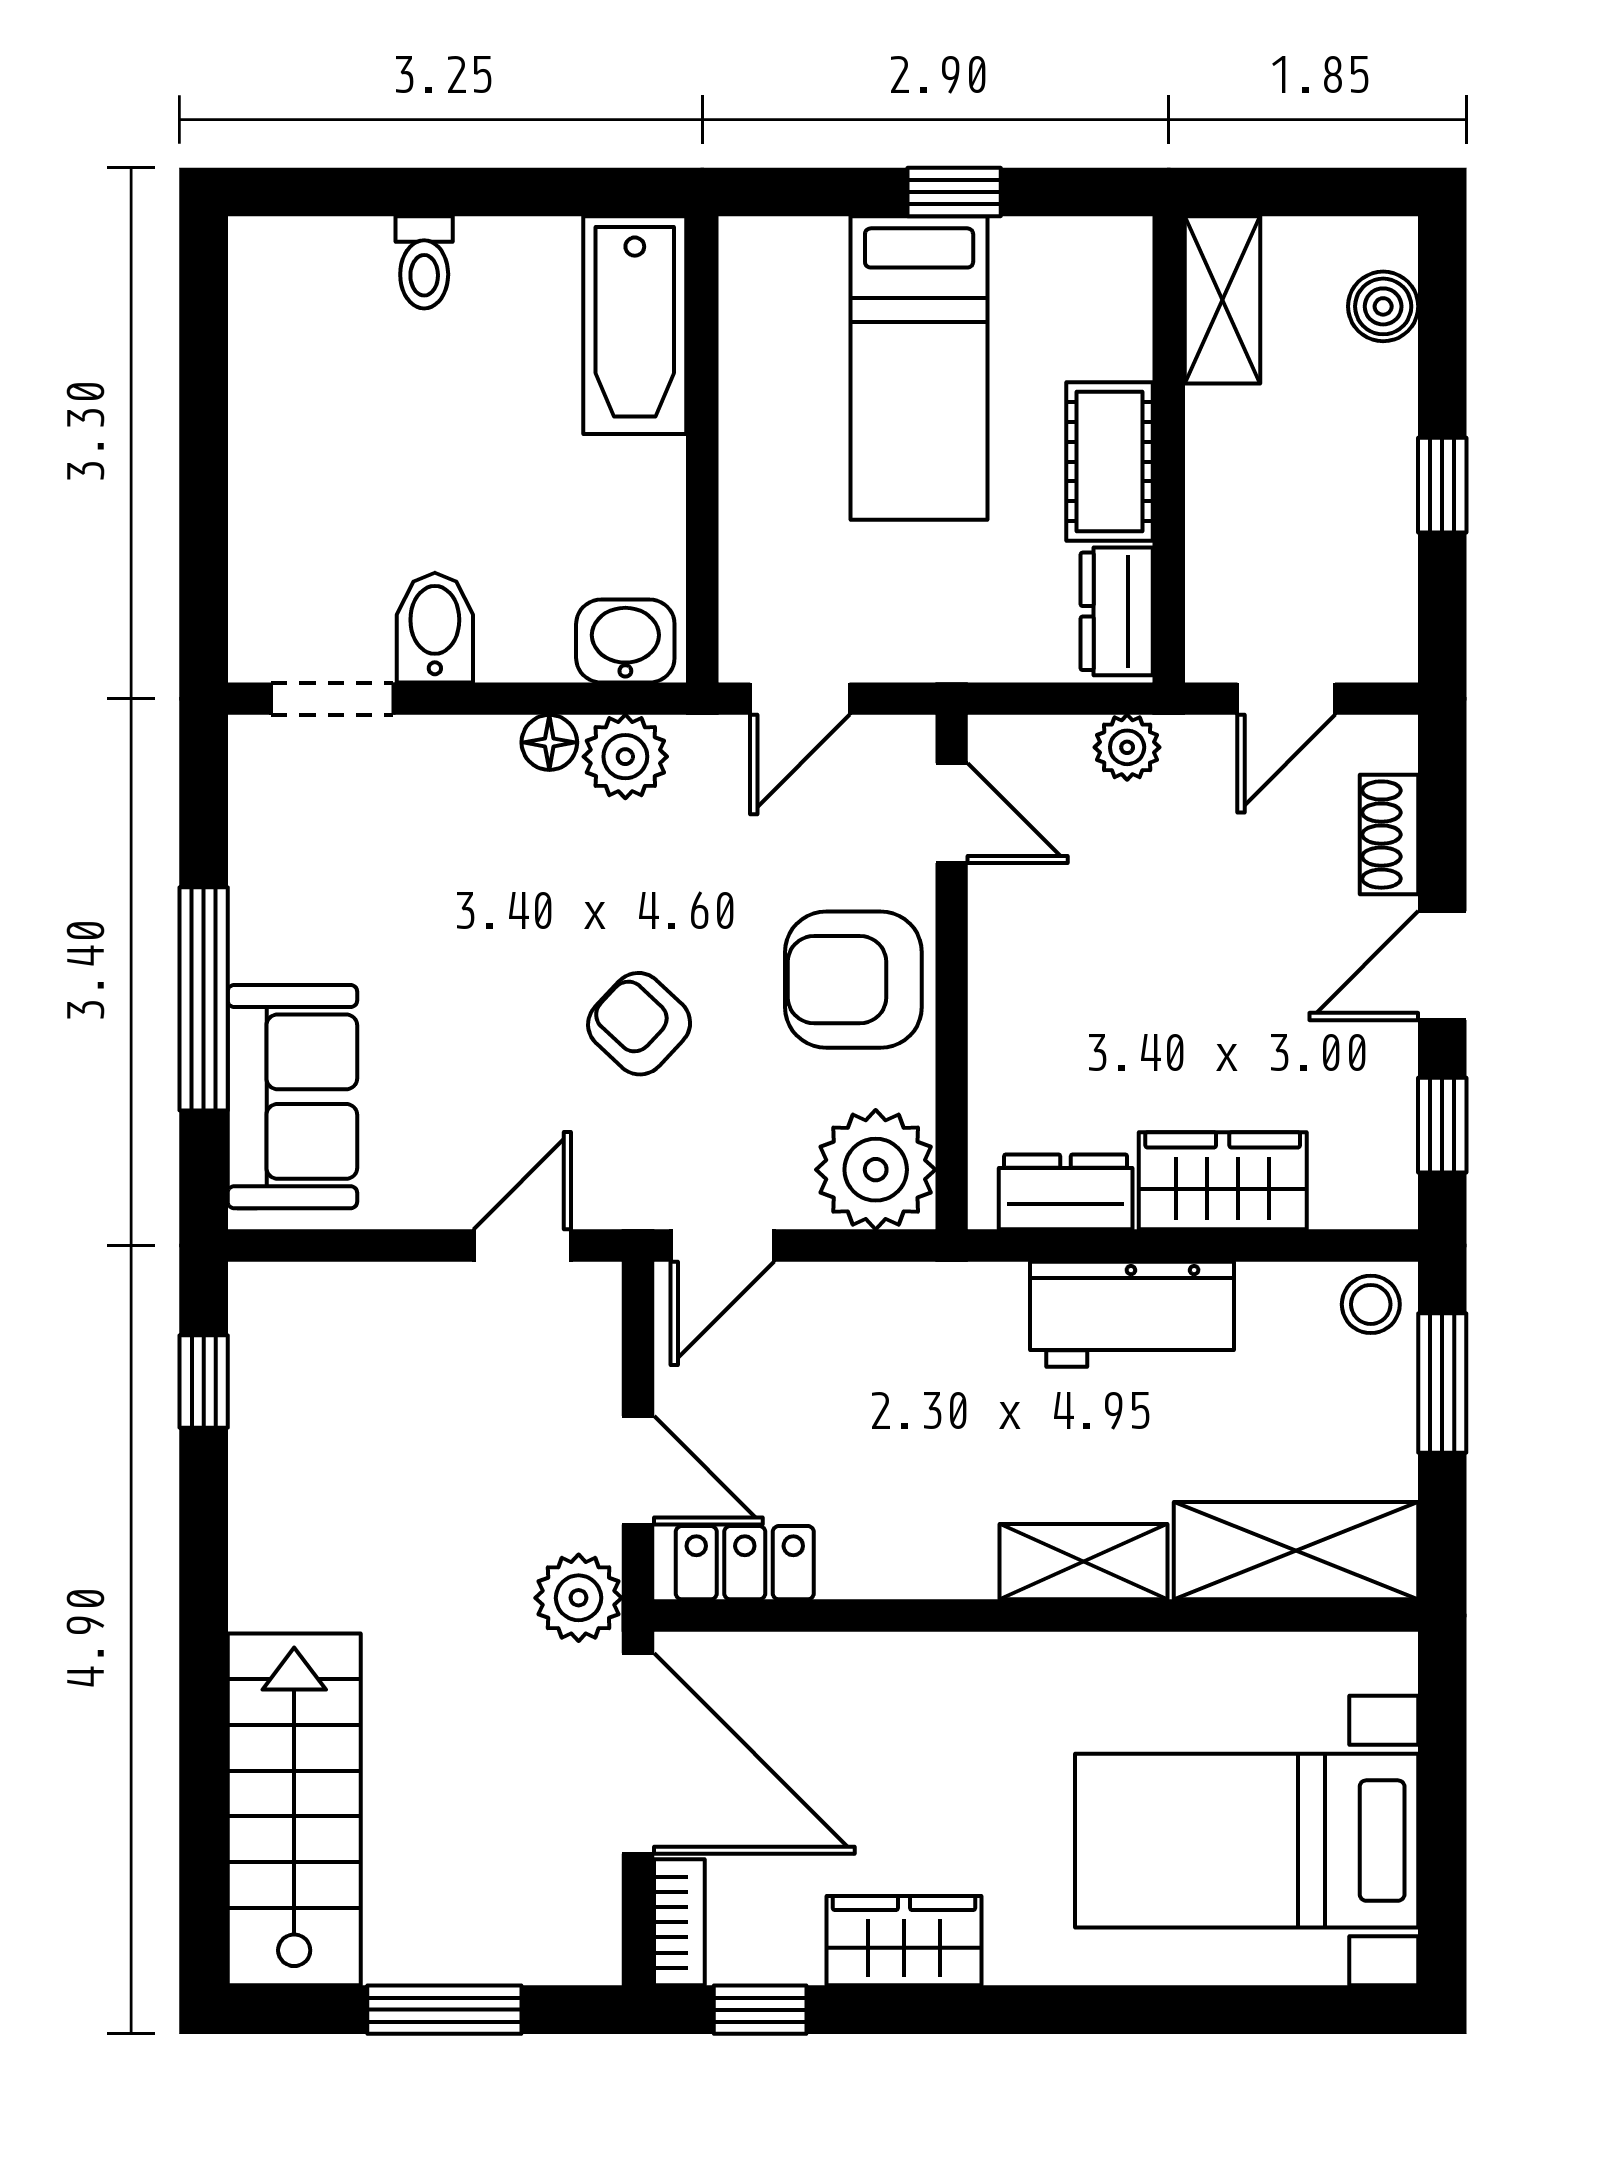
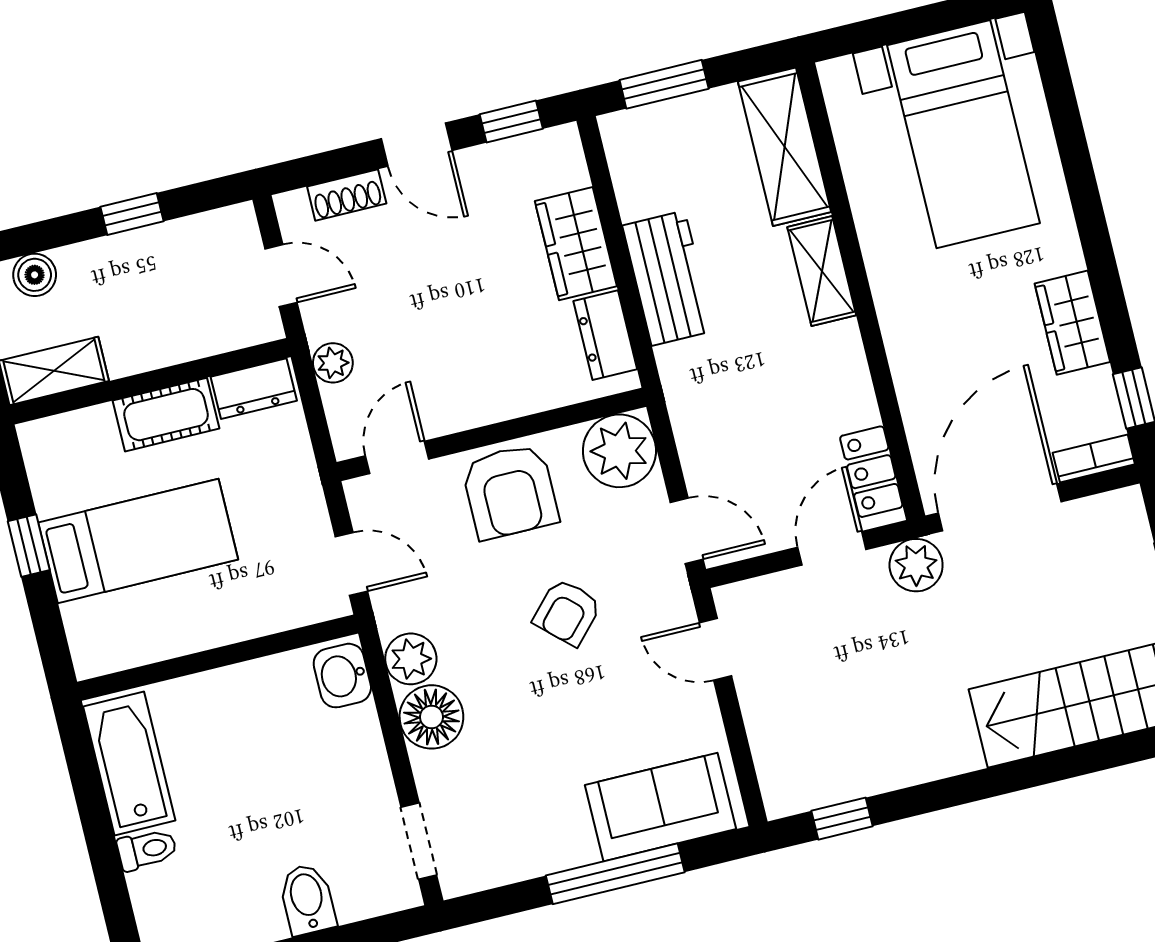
bathtub: (635, 325) -> (129, 763), moved, turned -90
bidet: (435, 628) -> (307, 899), moved, turned 90
floor lamp: (549, 742) -> (431, 717), width x1.89, depth x1.89
stool: (1371, 1304) -> (628, 138), removed

